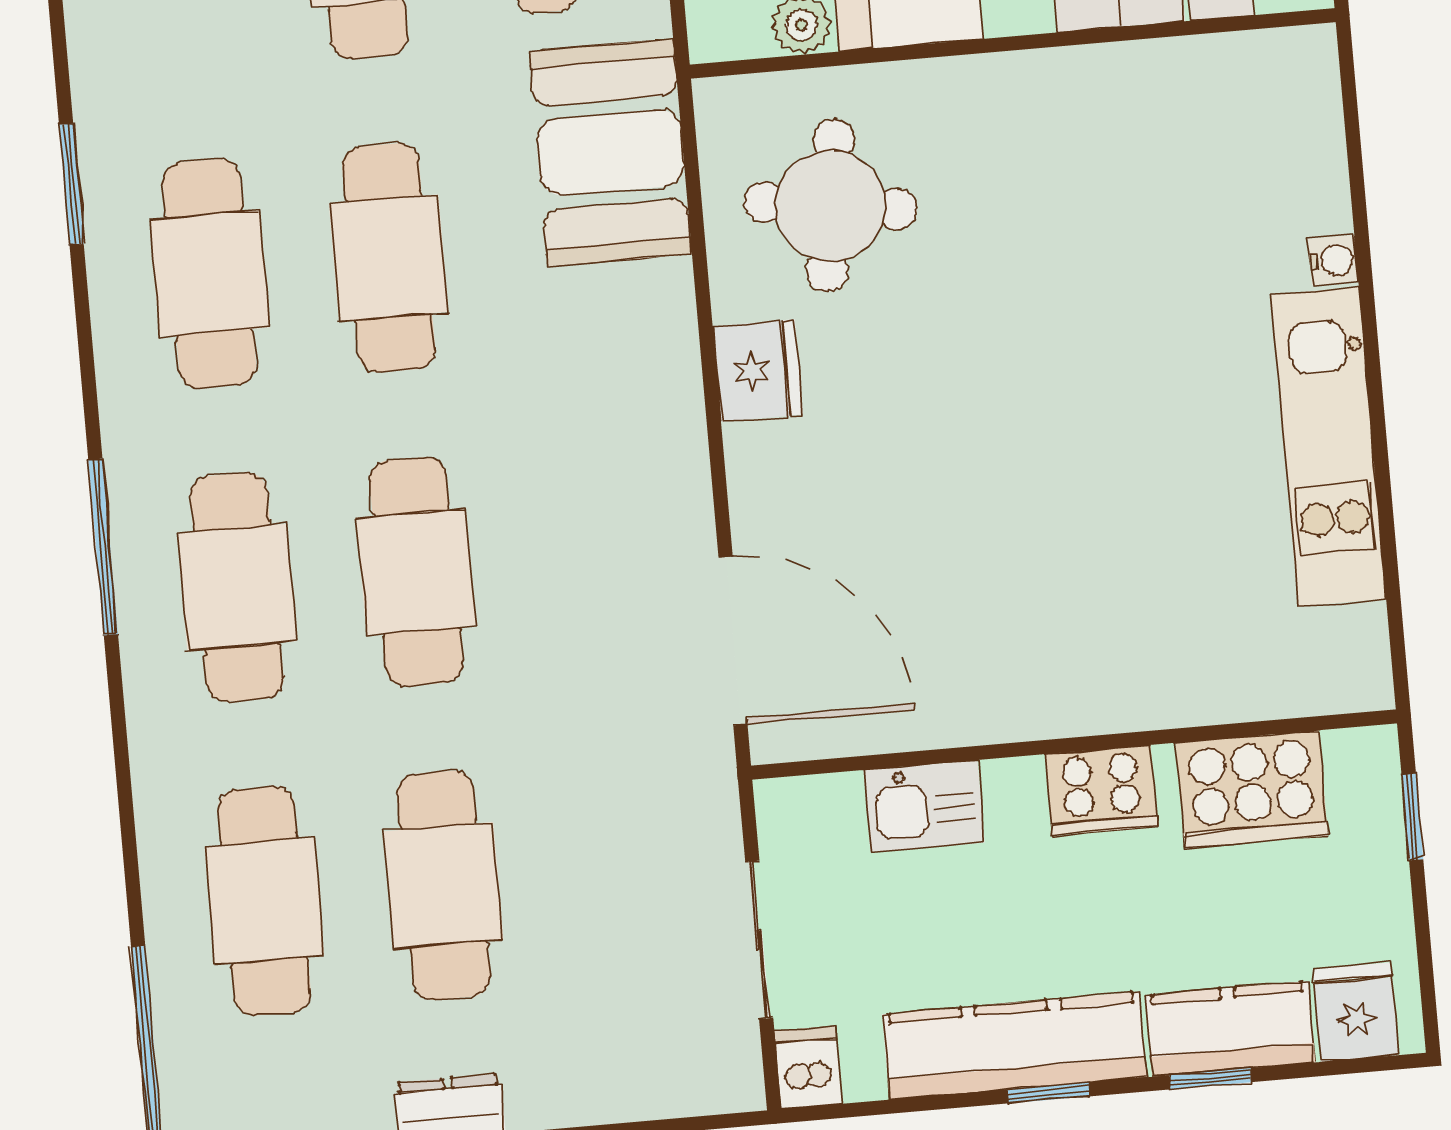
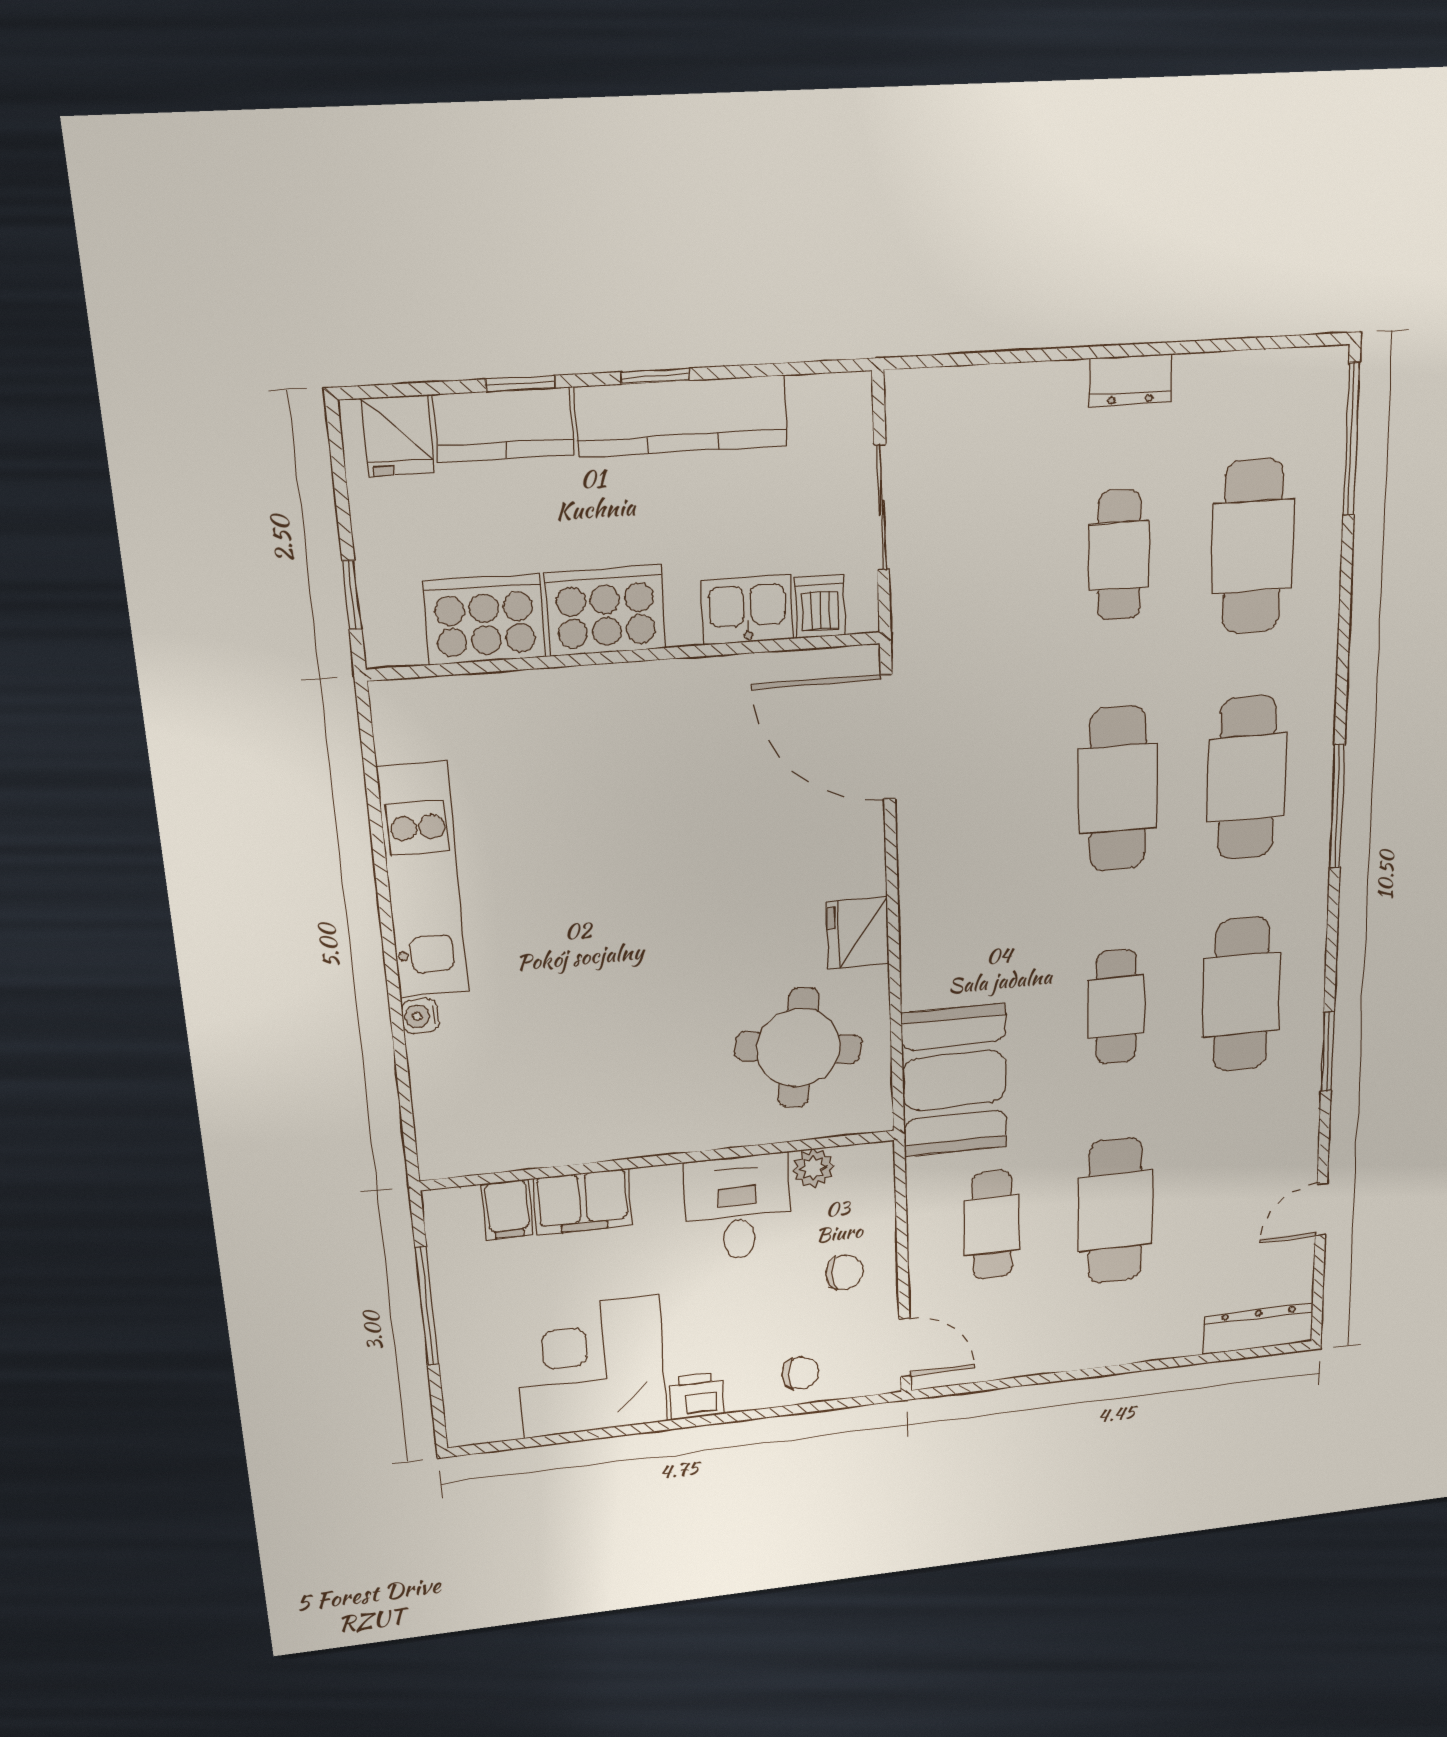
cafe table: (389, 258) -> (1116, 1007), width x0.73, depth x0.74
cooker: (1101, 790) -> (606, 610), width x1.37, depth x1.31
cafe table: (444, 885) -> (1119, 556), width x0.73, depth x0.74
dishwasher: (808, 1067) -> (820, 607), moved, turned 180

